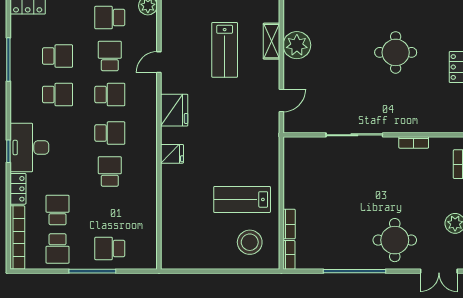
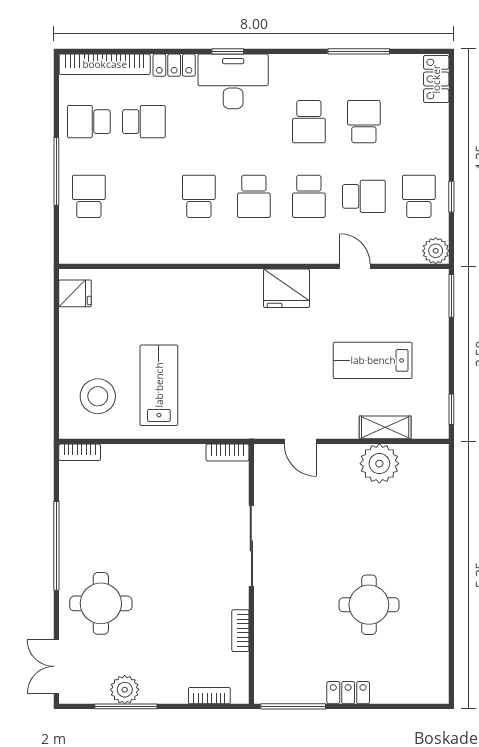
school desk: (58, 56) -> (364, 122), turned 180
fridge: (172, 154) -> (75, 293), moved, turned -90
school desk: (110, 171) -> (199, 196), turned -90
bookcase: (289, 224) -> (227, 453), moved

